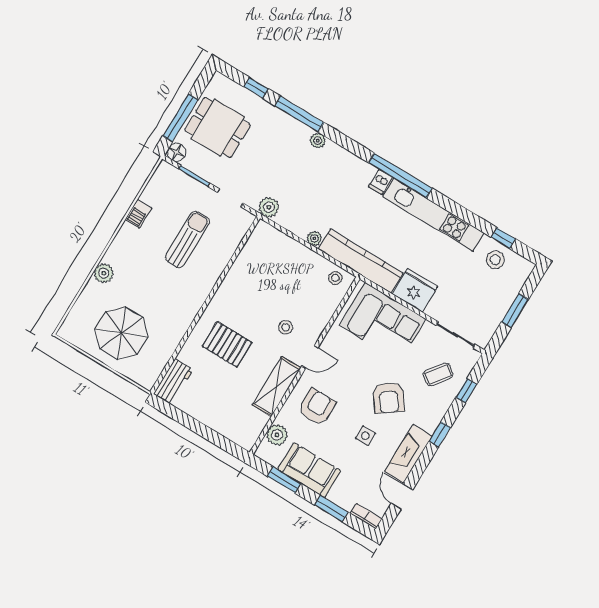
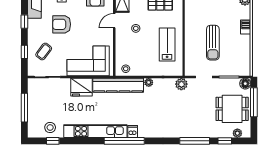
plant: (318, 141) -> (237, 133), moved
barbecue: (138, 214) -> (246, 27), moved
lab bench: (255, 277) -> (167, 44), added
window: (515, 311) -> (24, 108), width x1.44
armchair: (389, 398) -> (62, 24), turned -54

